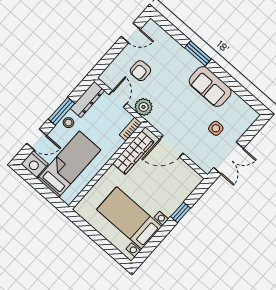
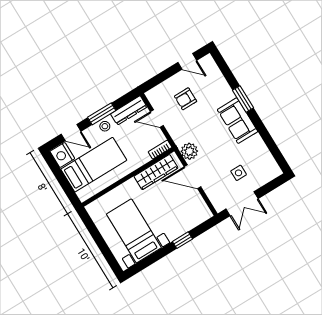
sofa: (210, 86) -> (238, 121), moved
door: (118, 99) -> (157, 119), swing flipped
plant: (144, 107) -> (189, 151), moved

